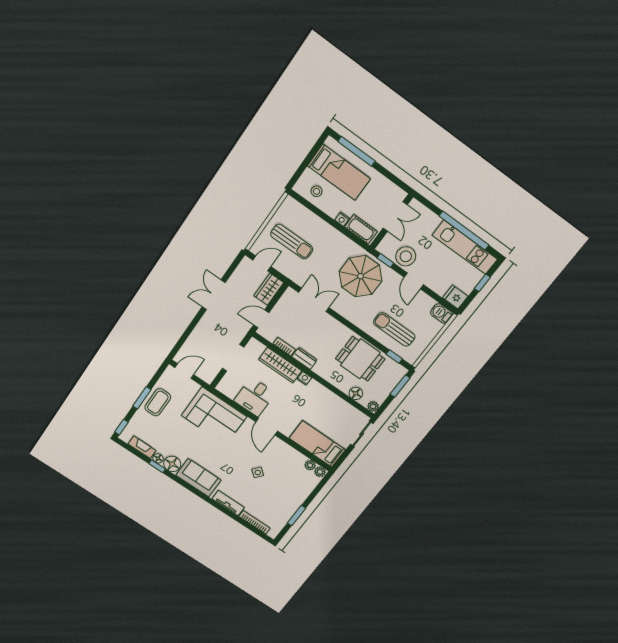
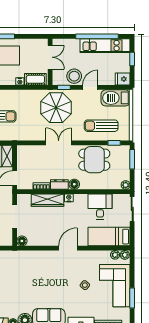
door: (414, 281) -> (90, 87), swing flipped
double door: (314, 300) -> (59, 143), moved
barbecue: (442, 314) -> (116, 98), width x1.88, depth x1.53
floor lamp: (223, 387) -> (22, 241), added
floor lamp: (356, 393) -> (74, 184), moved
desk: (255, 397) -> (100, 207), moved, turned 180
corner sofa: (214, 416) -> (115, 286), moved, turned 90
door: (267, 427) -> (68, 248), swing flipped

